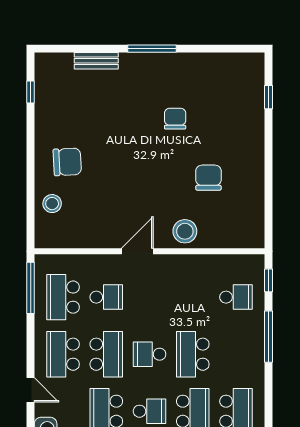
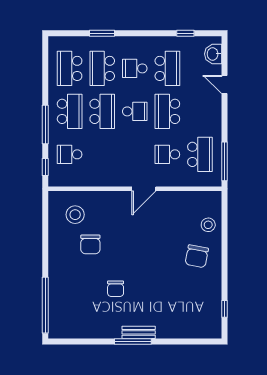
bench: (96, 61) -> (139, 332), moved
window: (269, 97) -> (45, 305), width x3.17
chair: (67, 162) -> (197, 256), turned -76
stool: (185, 231) -> (75, 215), moved
school desk: (63, 354) -> (70, 111), moved

